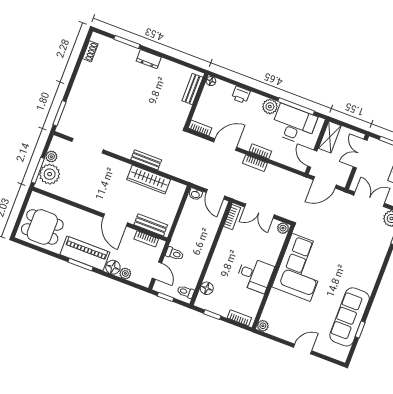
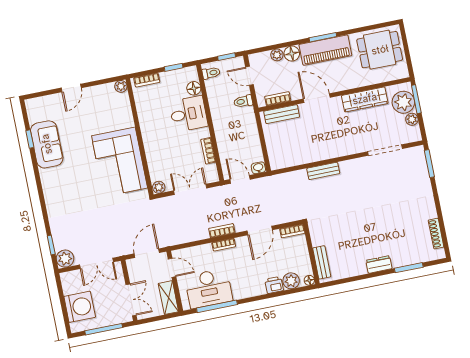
shoe rack: (90, 51) -> (436, 234), width x1.43
plant: (270, 107) -> (291, 281), moved
wardrobe: (149, 180) -> (365, 99), moved, turned 180
bookcase: (232, 217) -> (208, 151), moved
desk: (255, 275) -> (188, 114), moved, turned 180
sofa: (350, 317) -> (47, 144), width x0.73

